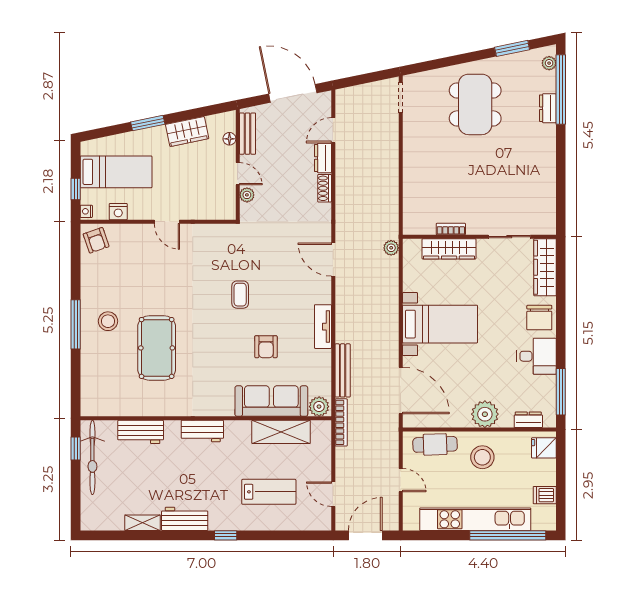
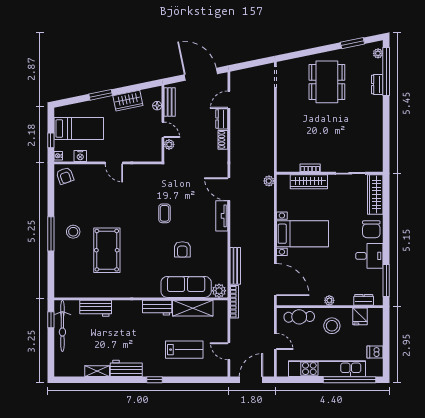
tv unit: (323, 327) -> (222, 216), moved
plant: (485, 414) -> (329, 300), width x0.53, depth x0.53
workbench: (202, 431) -> (157, 308), moved
fridge: (544, 448) -> (360, 316), moved, turned -90

